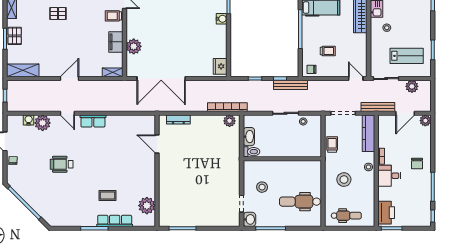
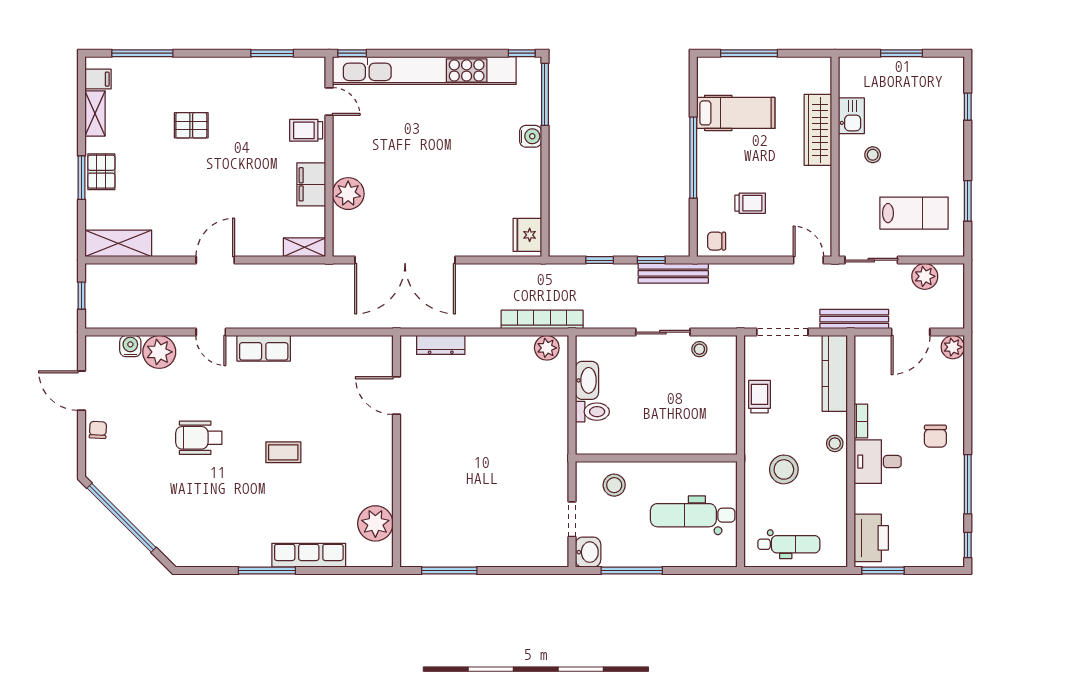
wall: (282, 159) -> (656, 458), moved
coffee table: (108, 196) -> (283, 452), moved

